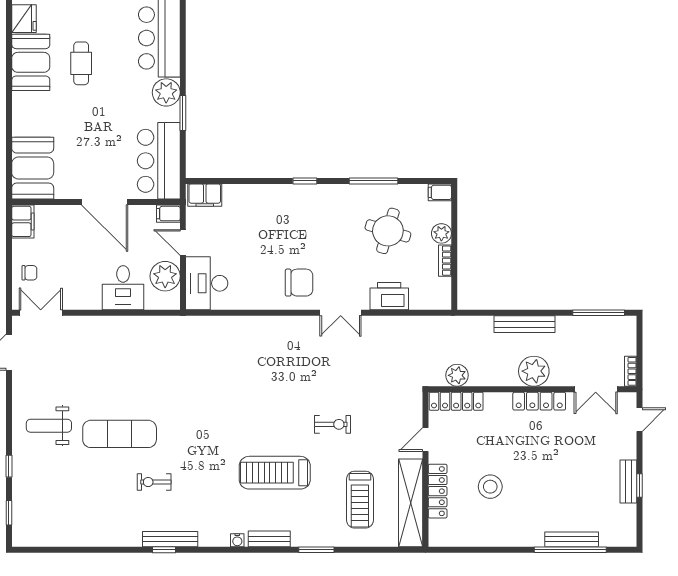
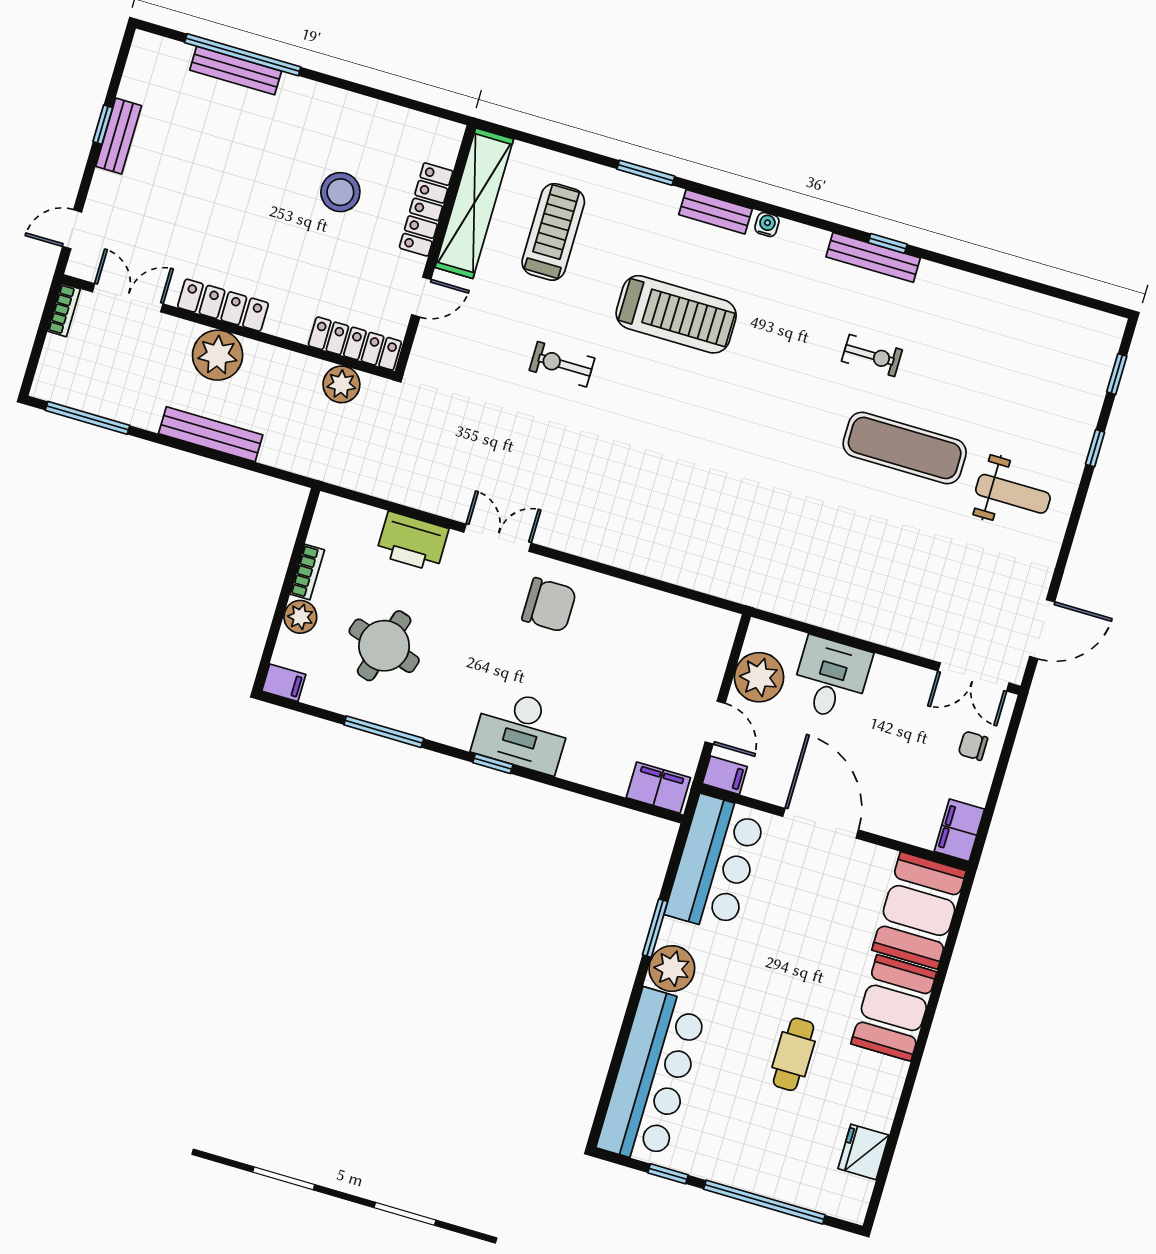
booth: (31, 62) -> (894, 1008), moved
desk: (207, 283) -> (522, 731), moved, turned 90
chair: (299, 283) -> (549, 605), turned 180

